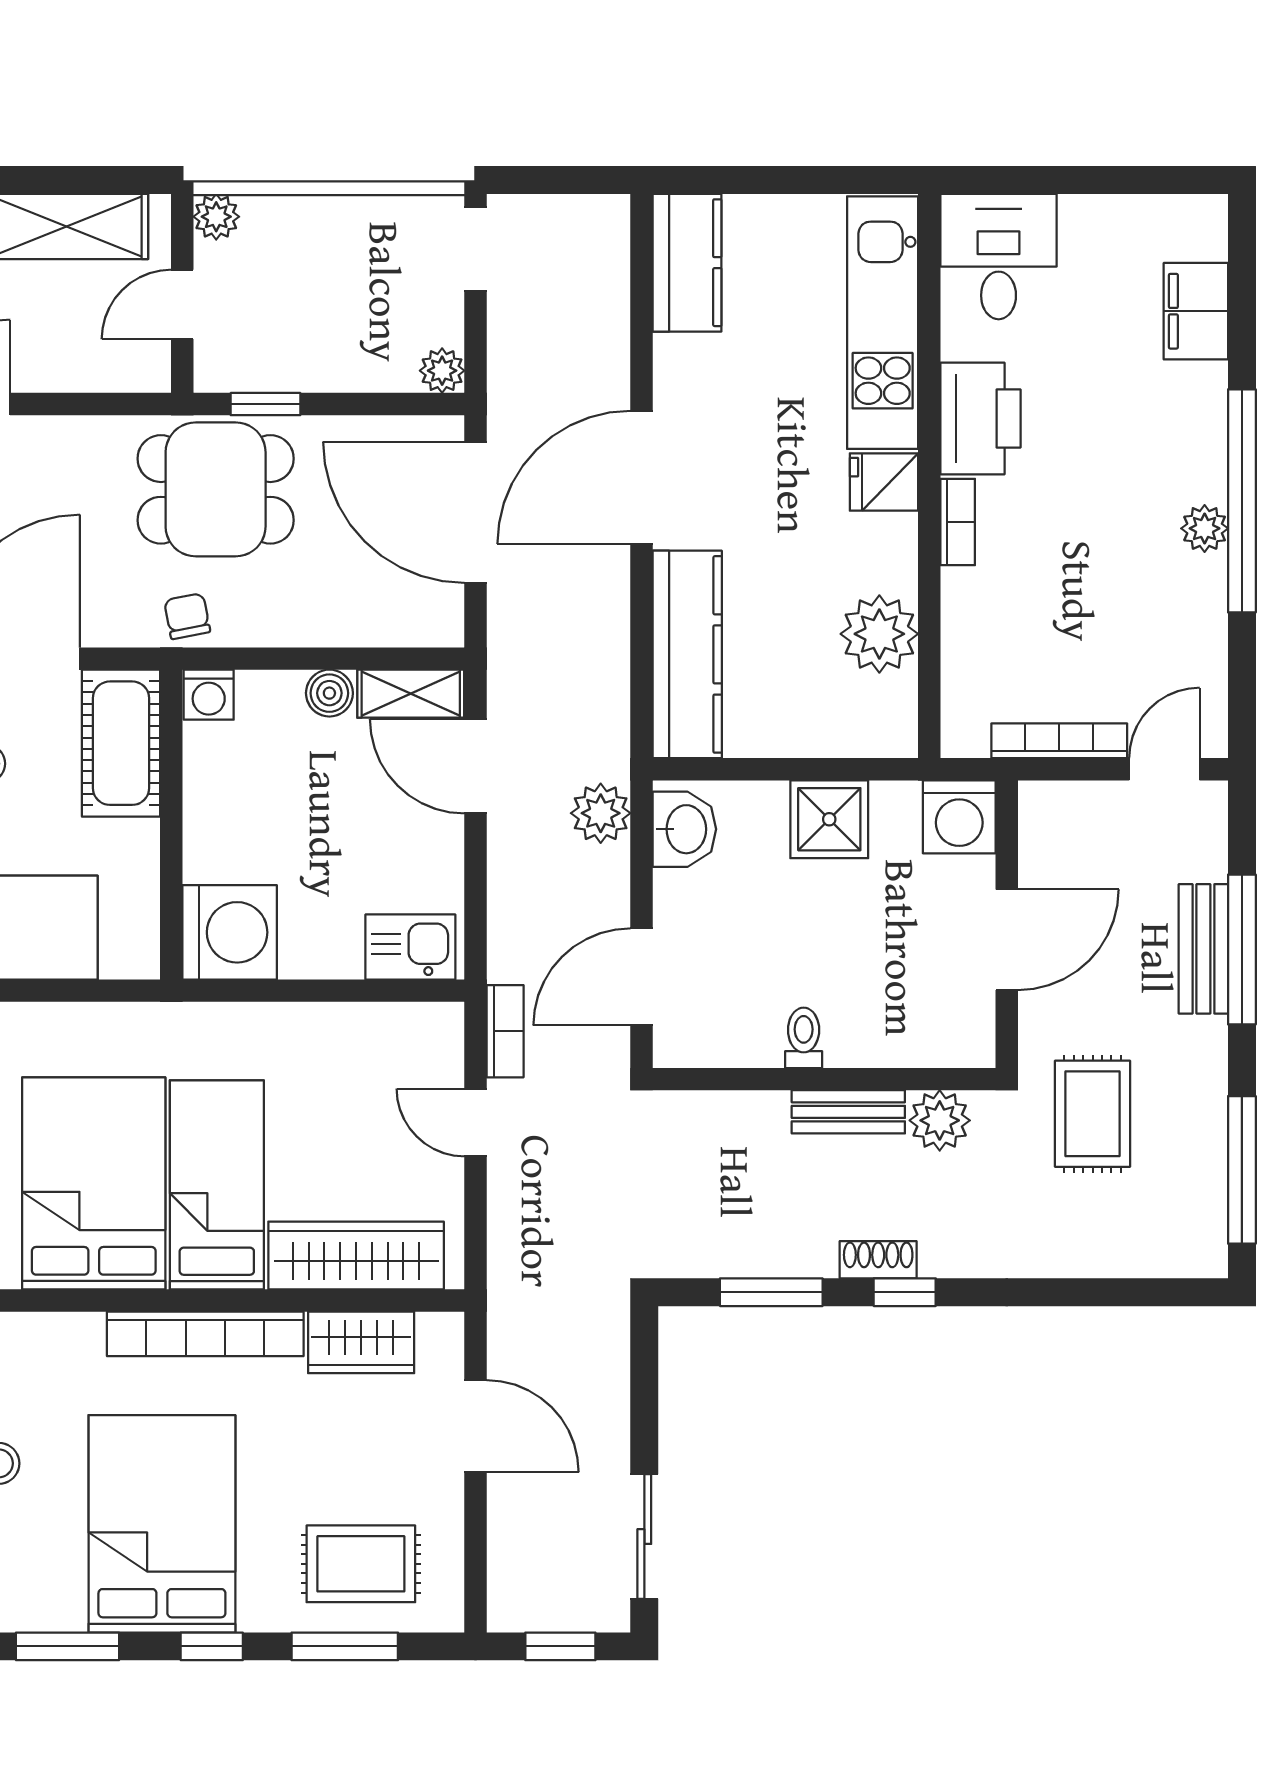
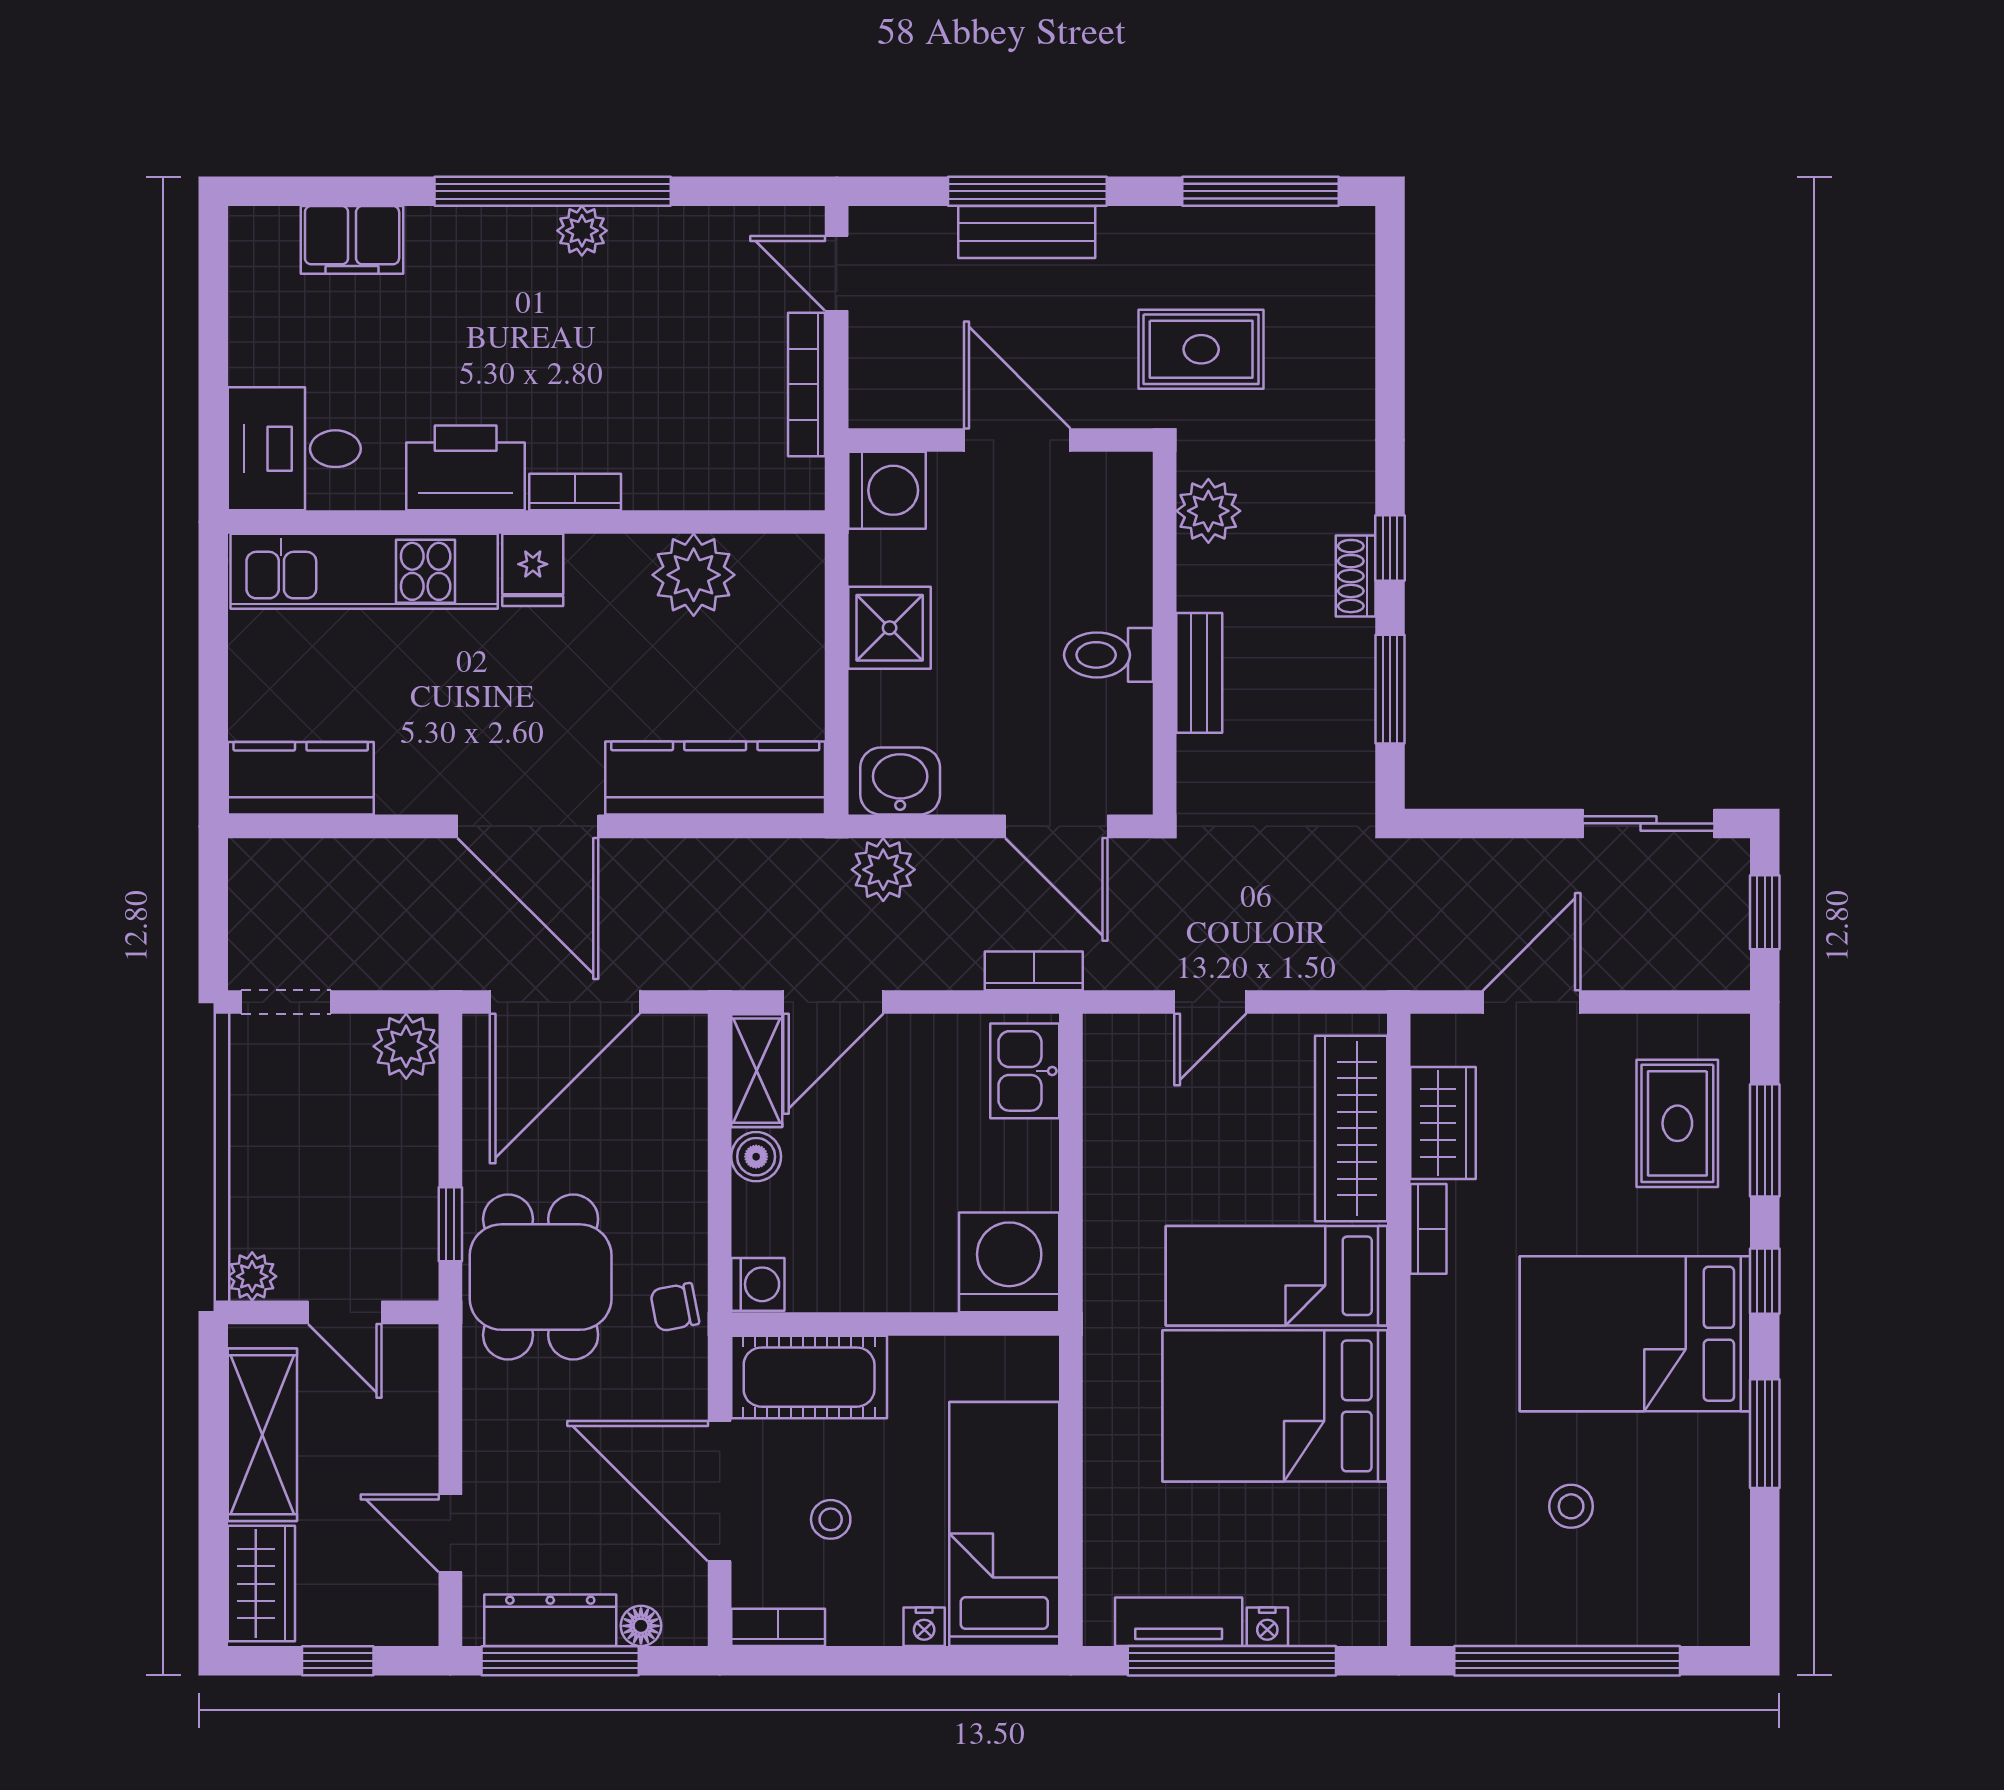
plant: (442, 371) -> (406, 1046), width x1.38, depth x1.38
bookcase: (505, 1031) -> (1034, 971), moved
toilet: (804, 1038) -> (1109, 655), width x1.37, depth x1.39
bench: (848, 1112) -> (1199, 673), moved
bookcase: (205, 1334) -> (1428, 1229), width x0.43, depth x0.76

